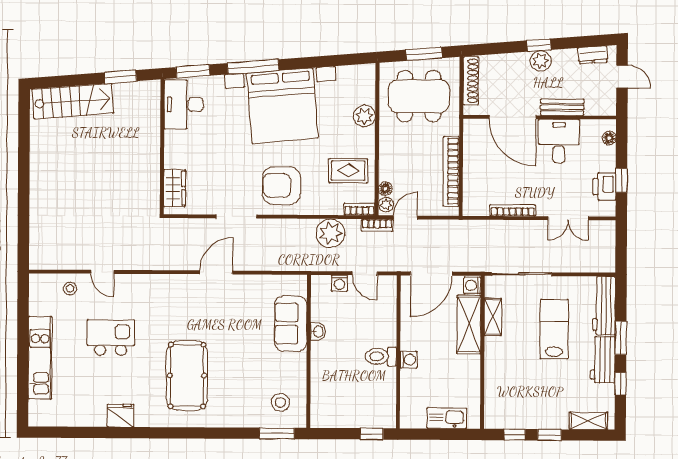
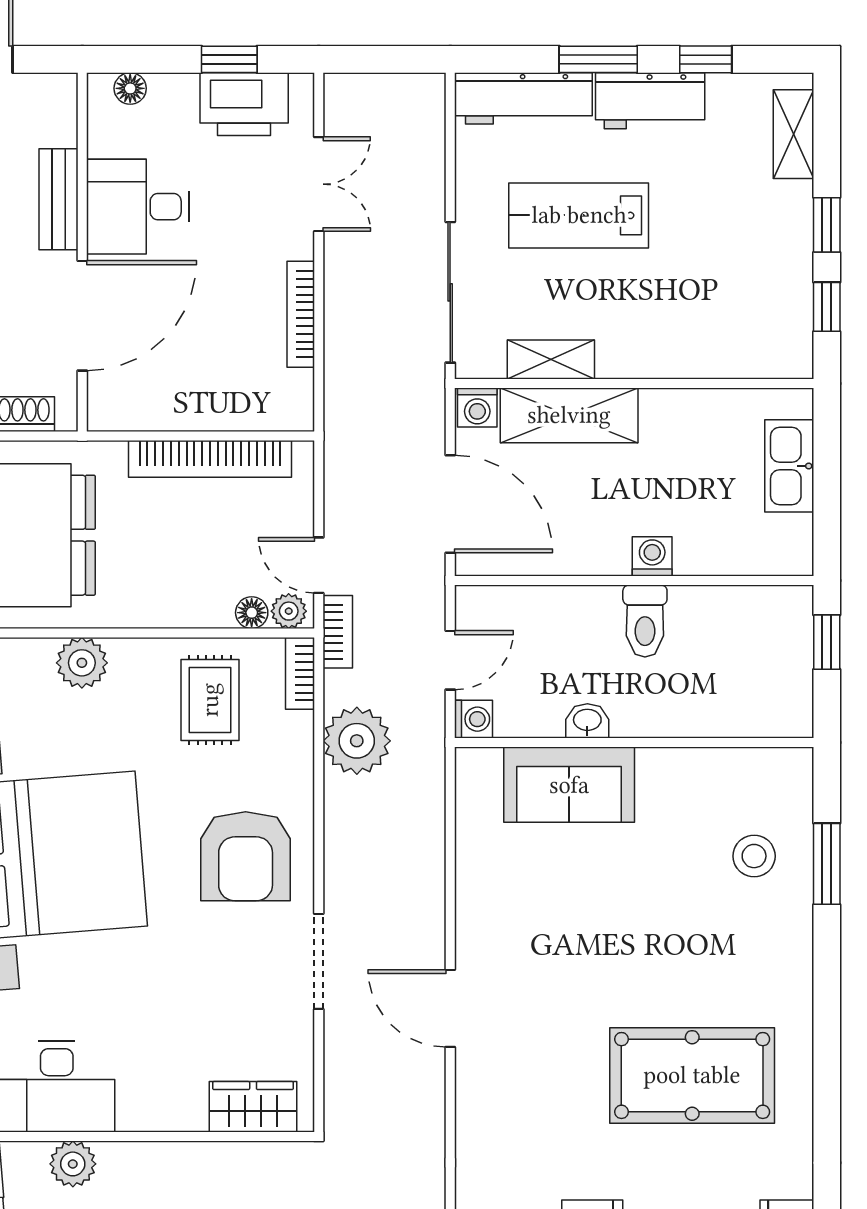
plant: (151, 111) -> (73, 1164), added
printer: (605, 187) -> (244, 104), width x1.37, depth x1.19
sofa: (291, 324) -> (569, 785), moved
washbasin: (318, 331) -> (587, 721), moved
wall: (309, 351) -> (634, 742), moved

